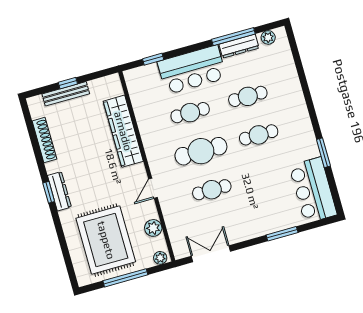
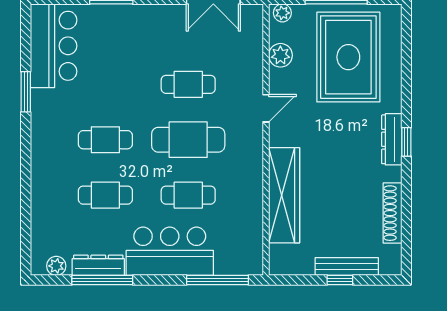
window: (153, 59) -> (218, 280), width x2.17

